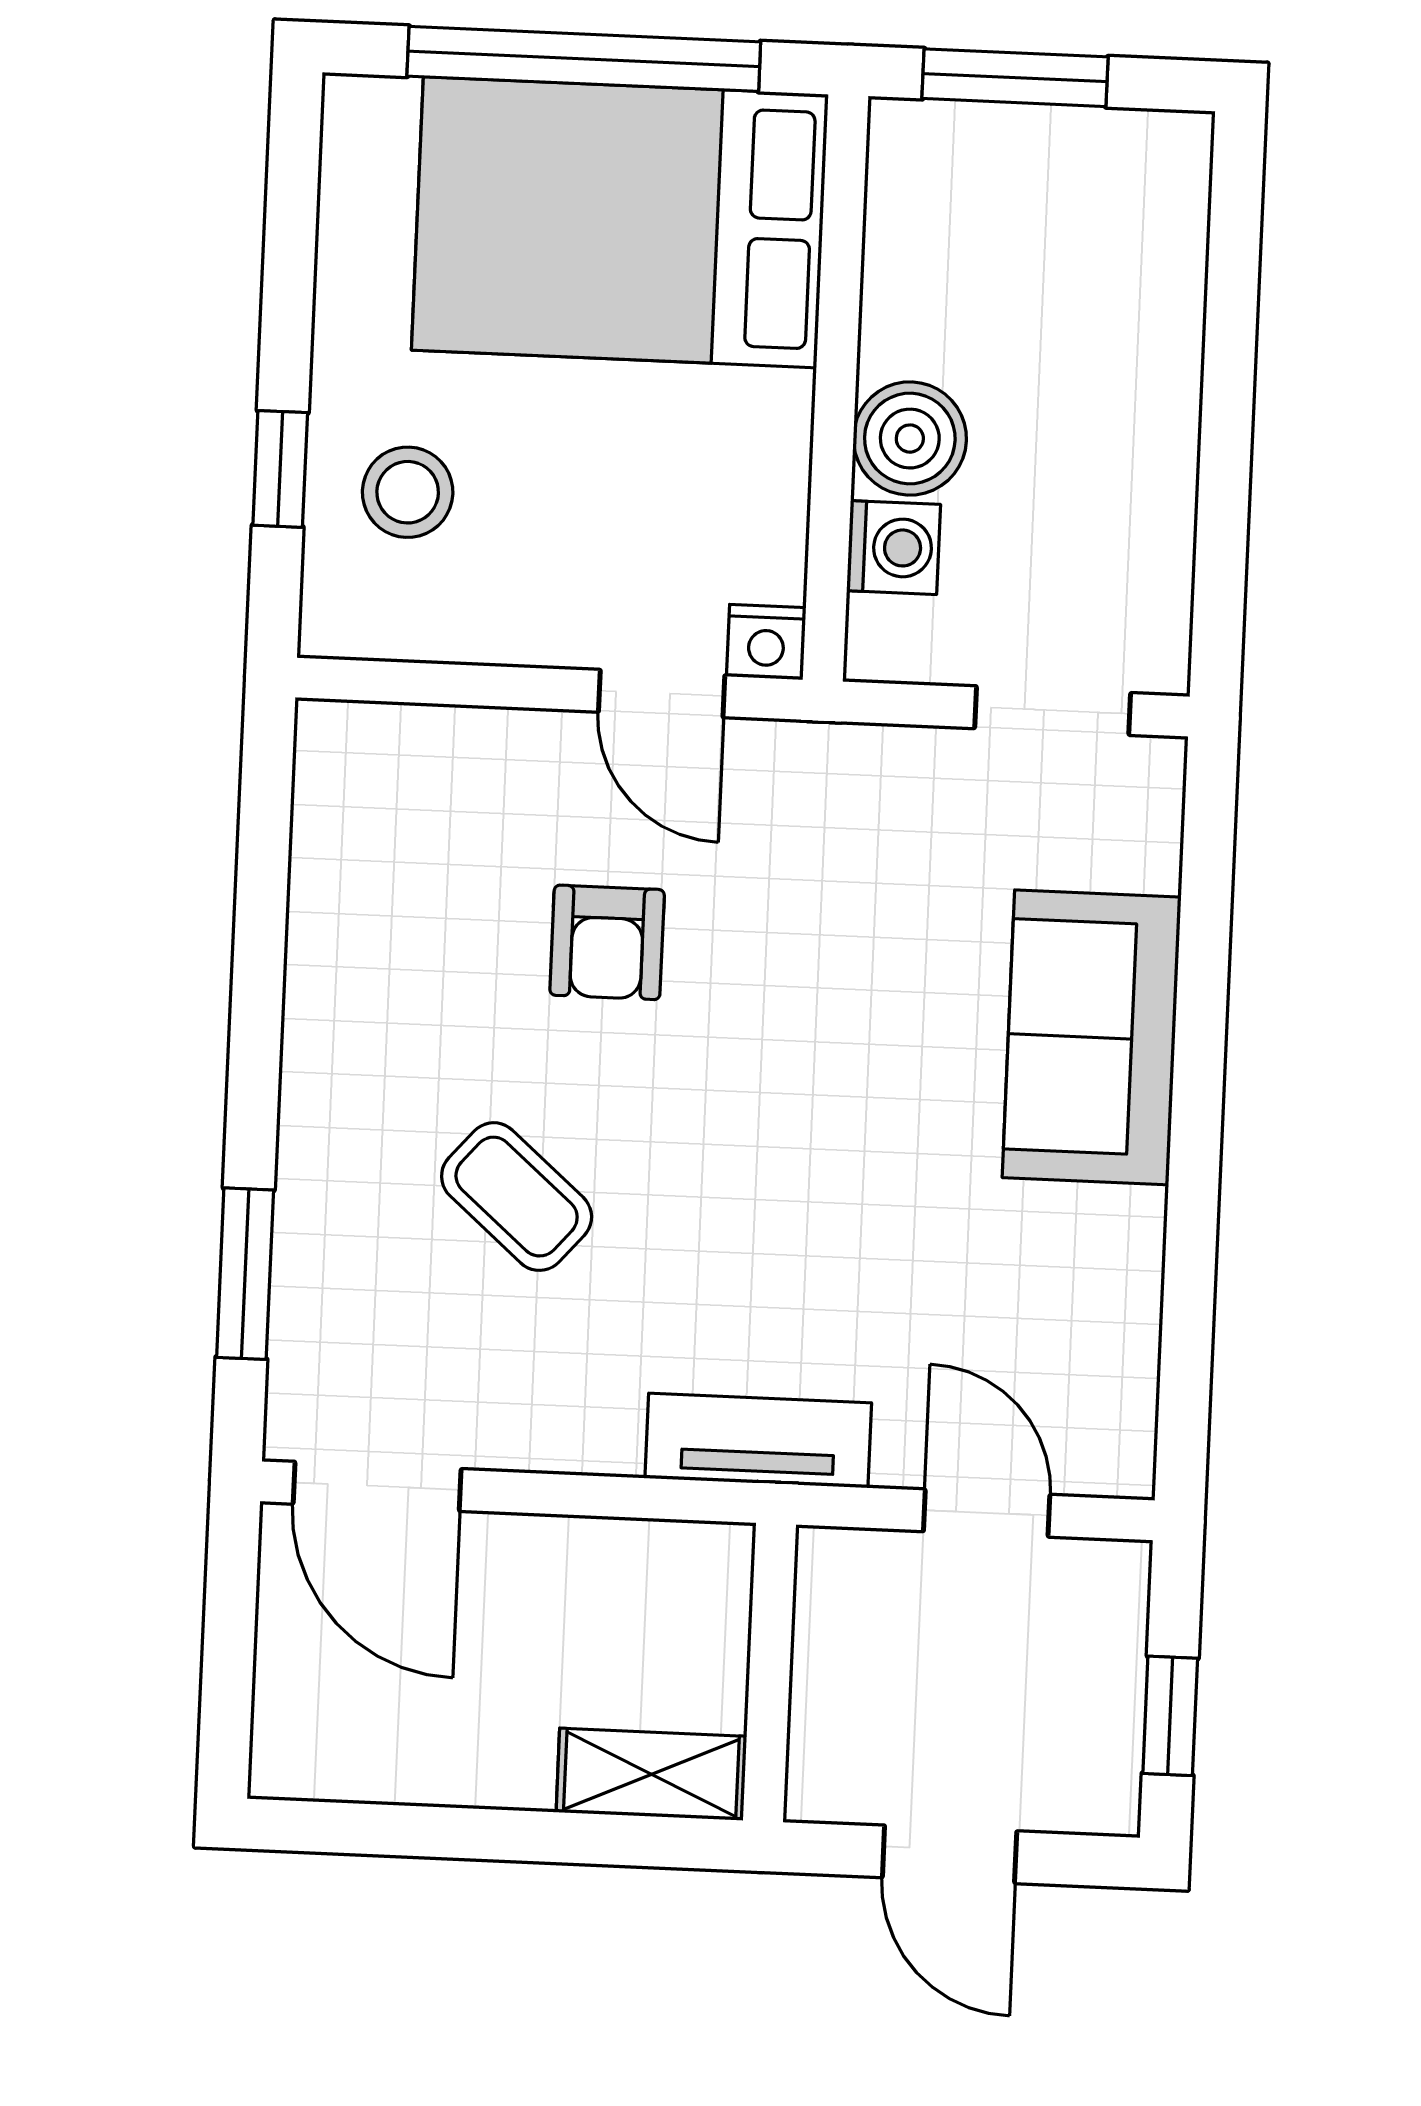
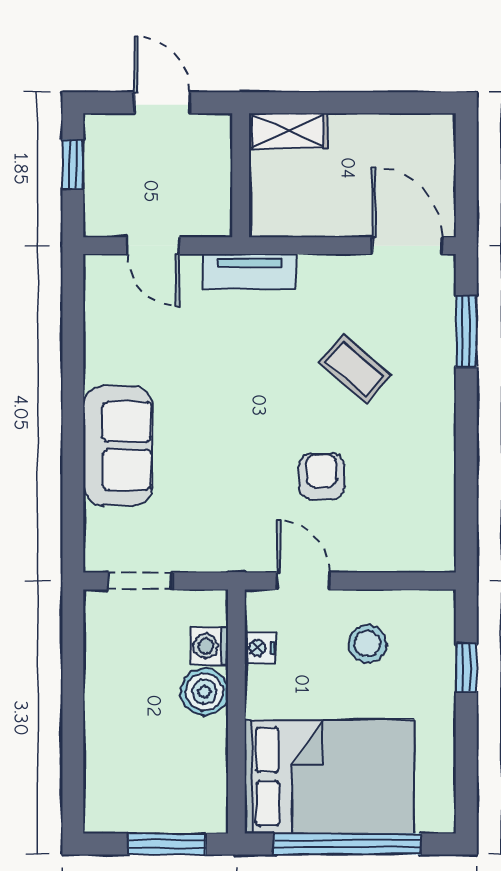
stool: (408, 492) -> (368, 644), moved
nightstand: (766, 642) -> (260, 648), moved, turned -90

